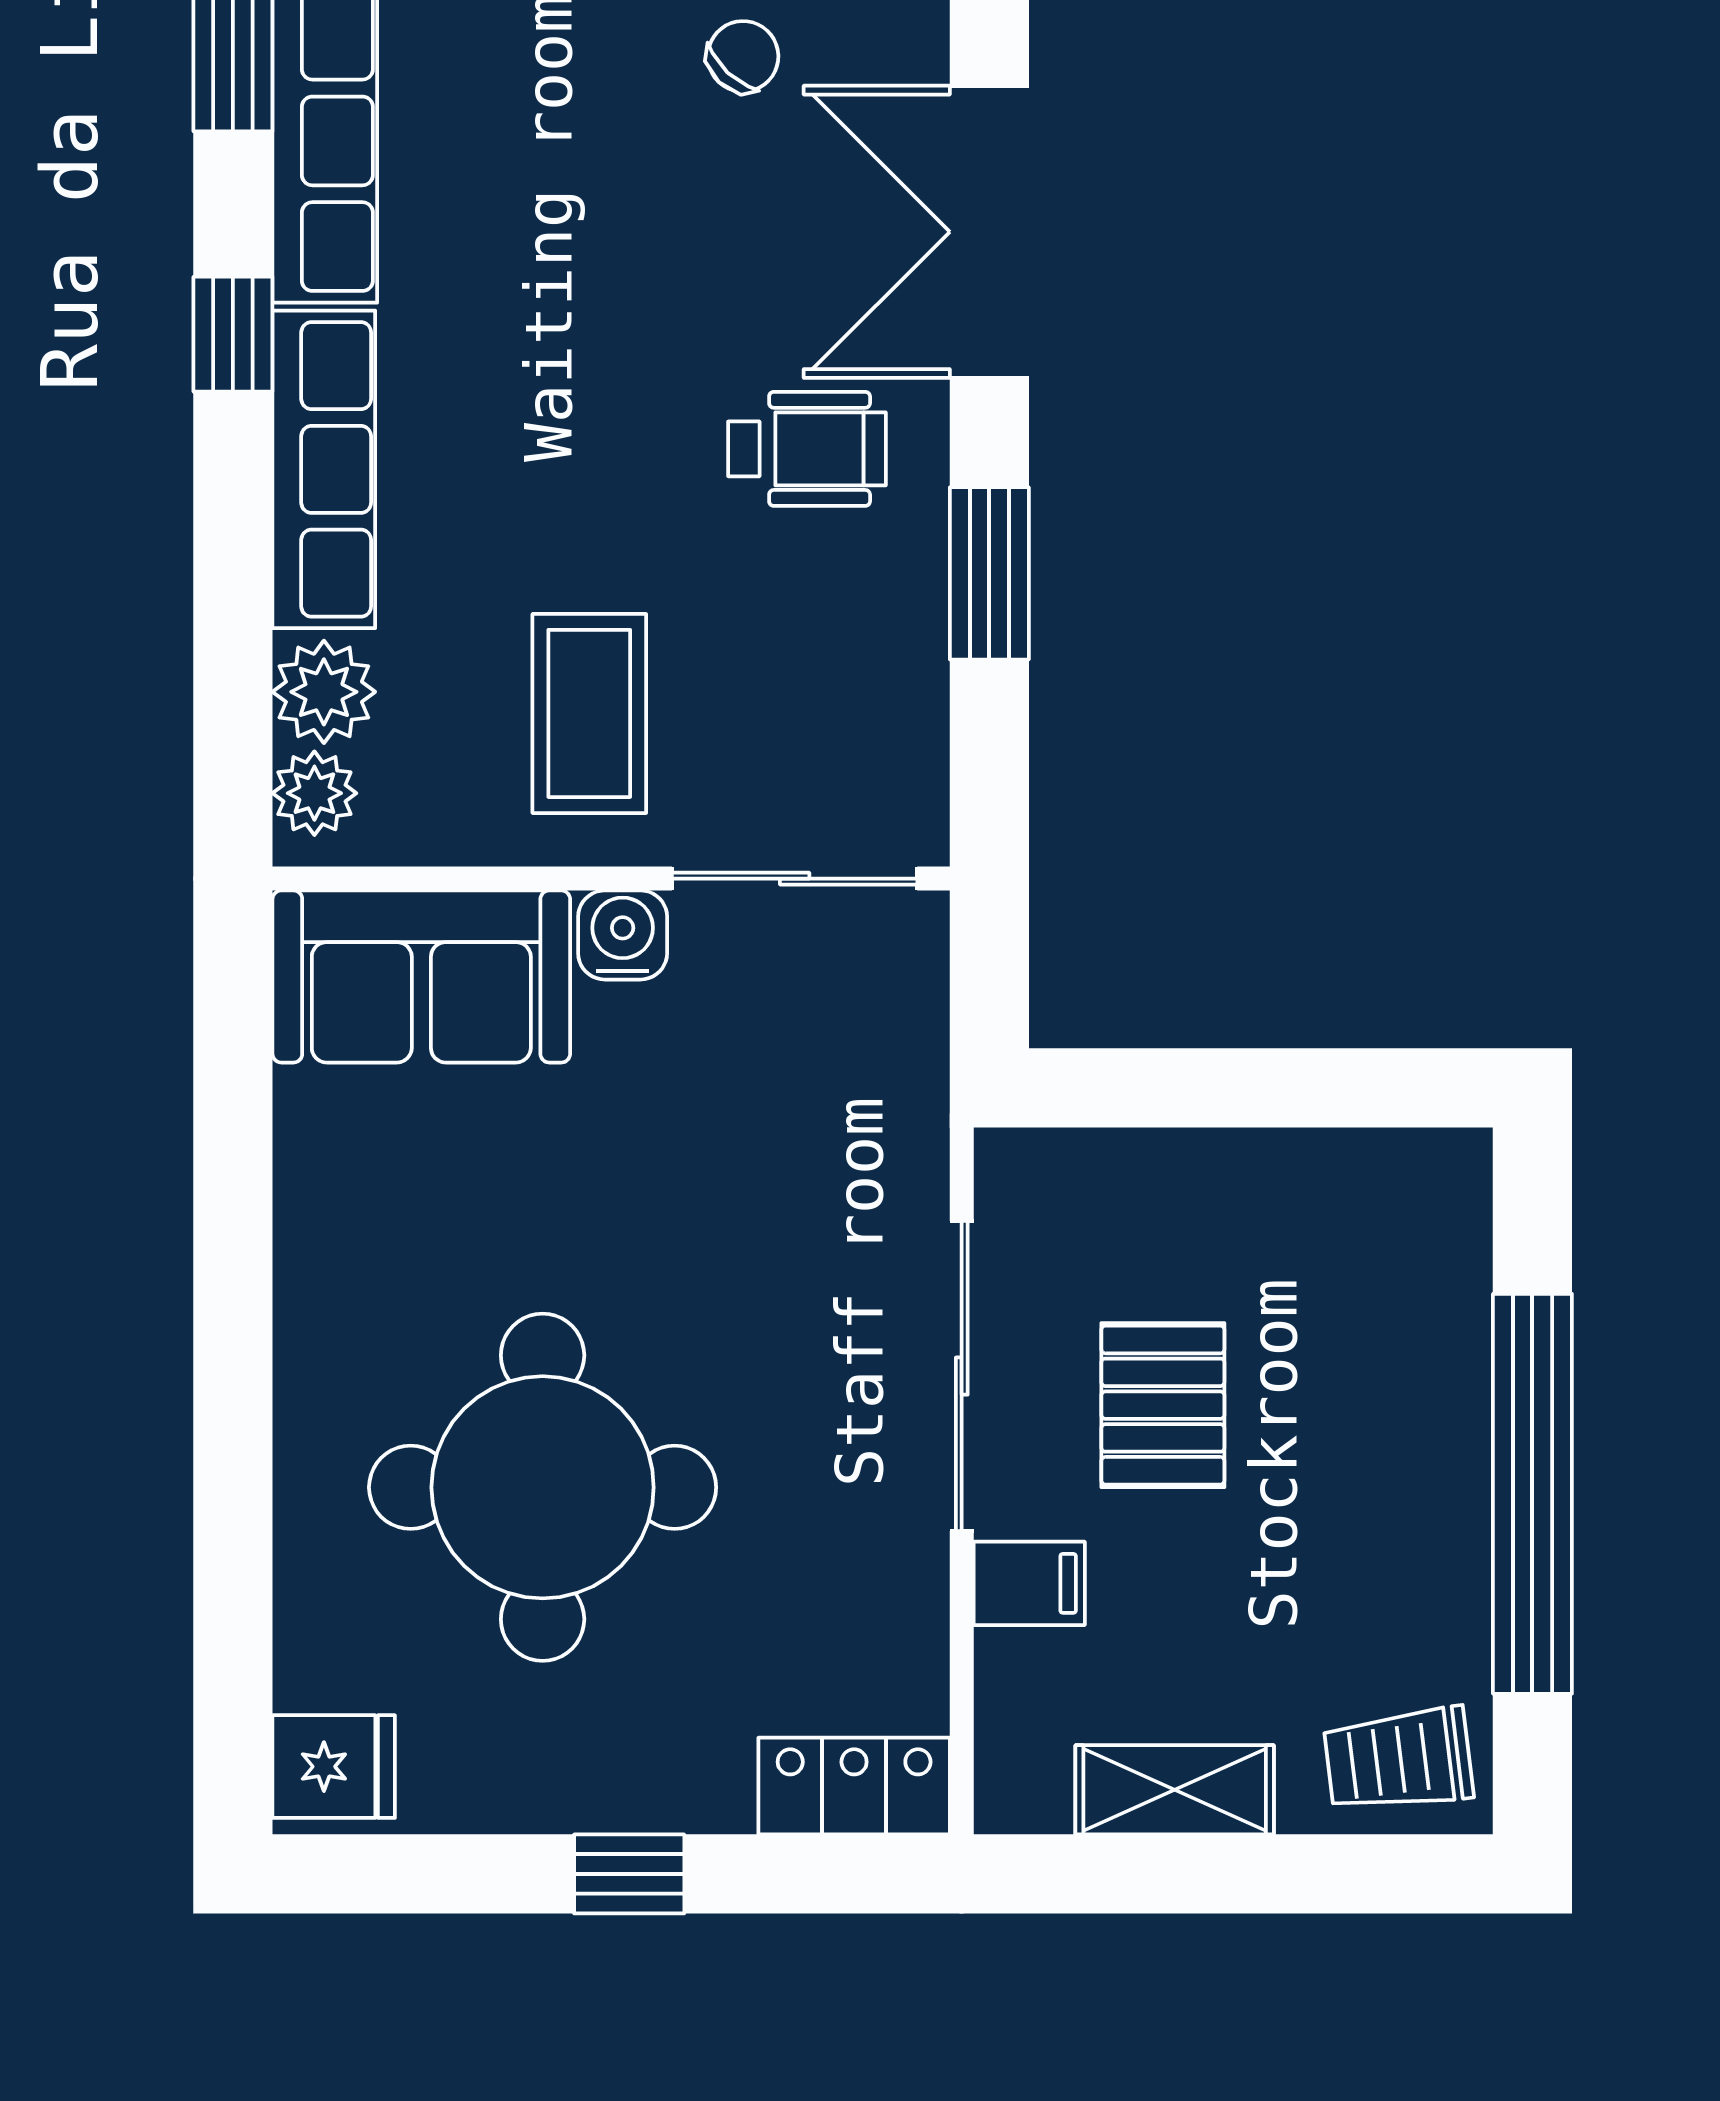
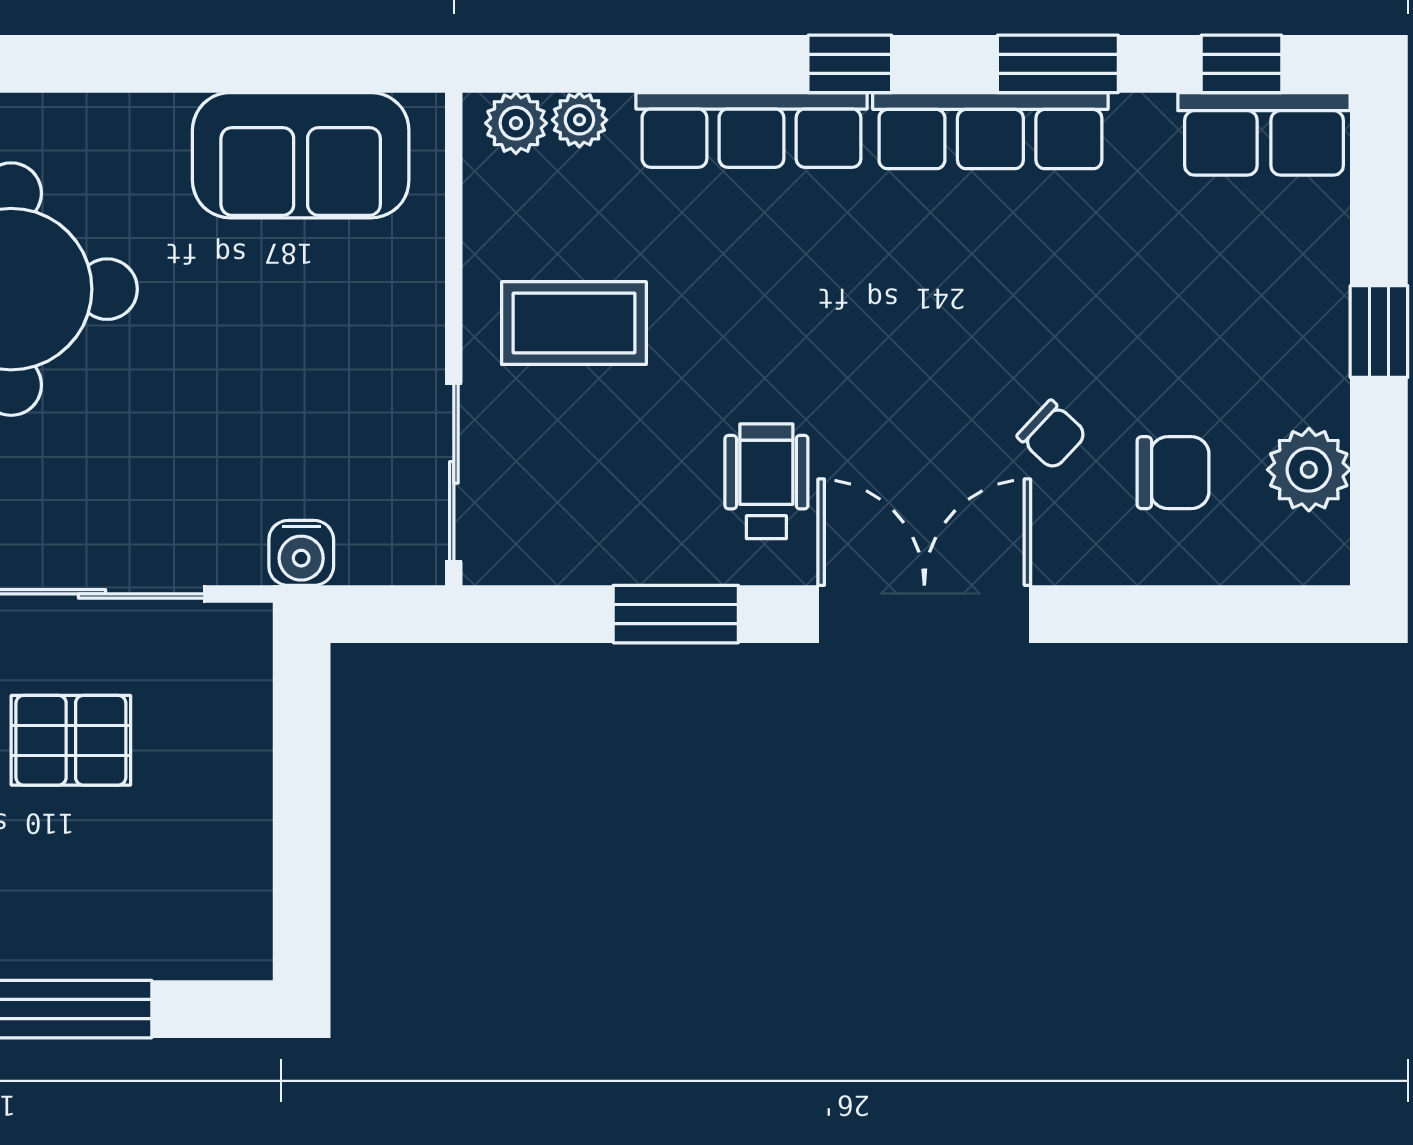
wheelchair: (807, 449) -> (766, 481), turned 180
plant: (324, 692) -> (579, 120), width x0.73, depth x0.73
water cooler: (623, 935) -> (301, 553), moved, turned 90
sofa: (421, 976) -> (301, 155), moved, turned -90

